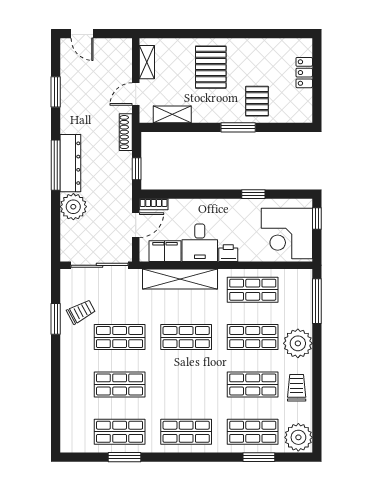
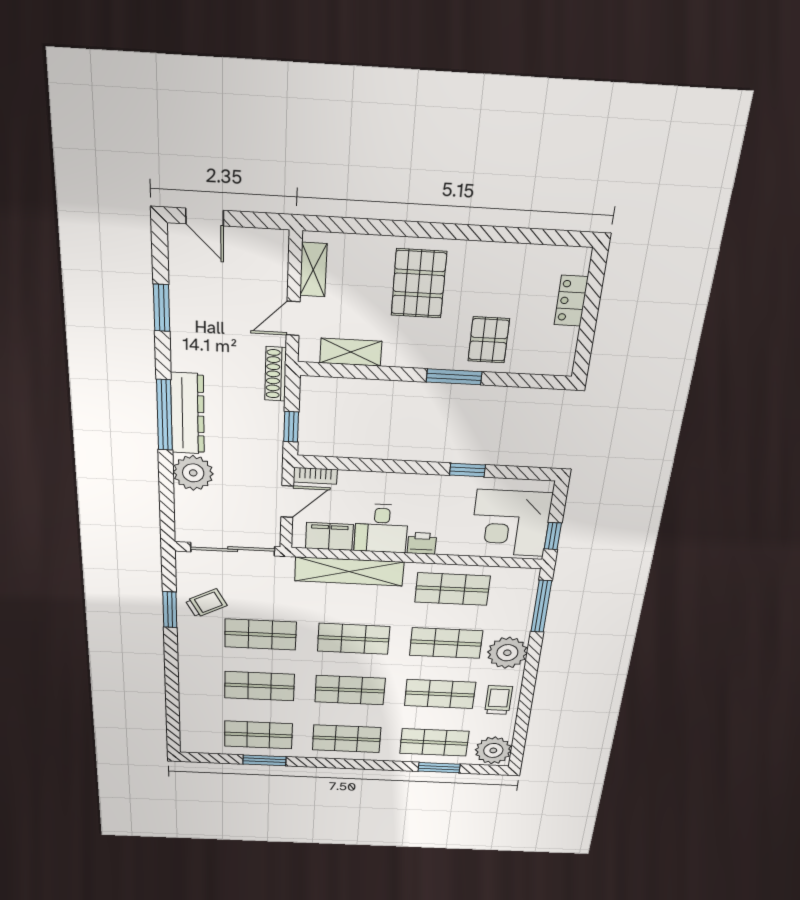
window: (317, 219) -> (553, 536), moved
shop shelf: (186, 384) -> (350, 690), added

